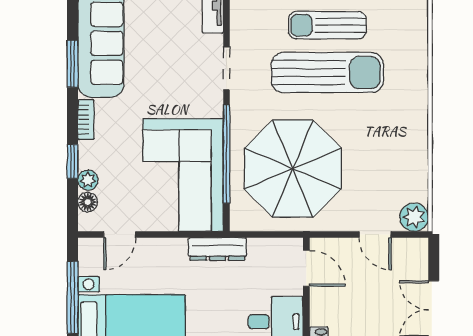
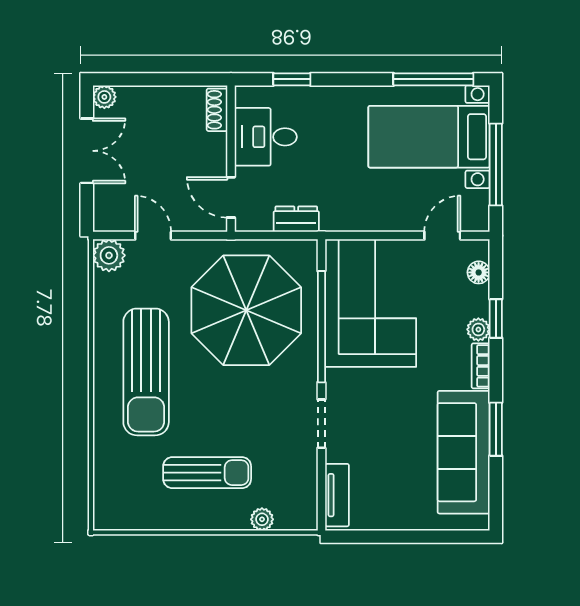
sun lounger: (327, 73) -> (146, 372), moved, turned -90
plant: (88, 180) -> (478, 329), moved
dresser: (217, 249) -> (296, 219), moved, width x0.70

